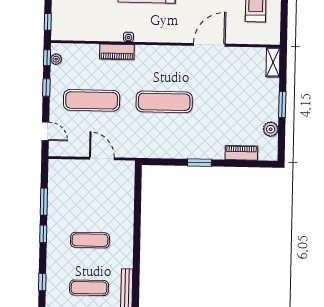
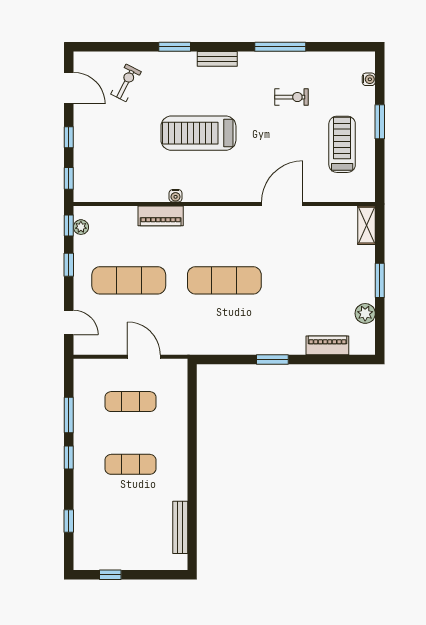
exercise mat: (89, 288) -> (130, 402), moved

